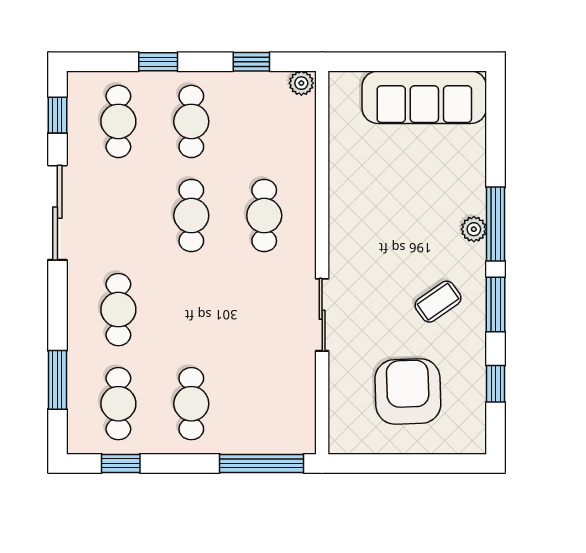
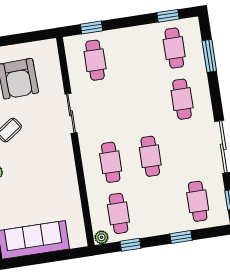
cafe table: (191, 121) -> (118, 213), moved
cafe table: (191, 404) -> (95, 60), moved
window: (262, 463) -> (92, 28), width x0.46

